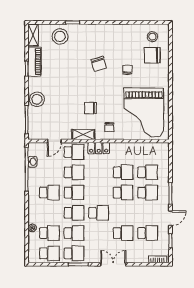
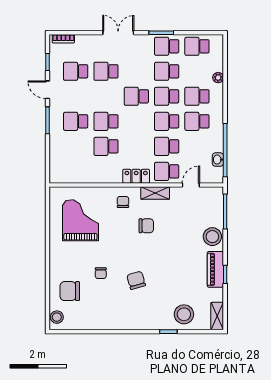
stool: (152, 37) -> (57, 317), moved
chair: (152, 55) -> (70, 291), turned 180
piano: (34, 62) -> (215, 269), moved
grand piano: (144, 113) -> (80, 220), width x0.73, depth x0.68
school desk: (148, 172) -> (76, 146), removed
door: (170, 218) -> (48, 90), hinge flipped
school desk: (49, 233) -> (197, 96), moved
double door: (113, 264) -> (118, 33), swing flipped

